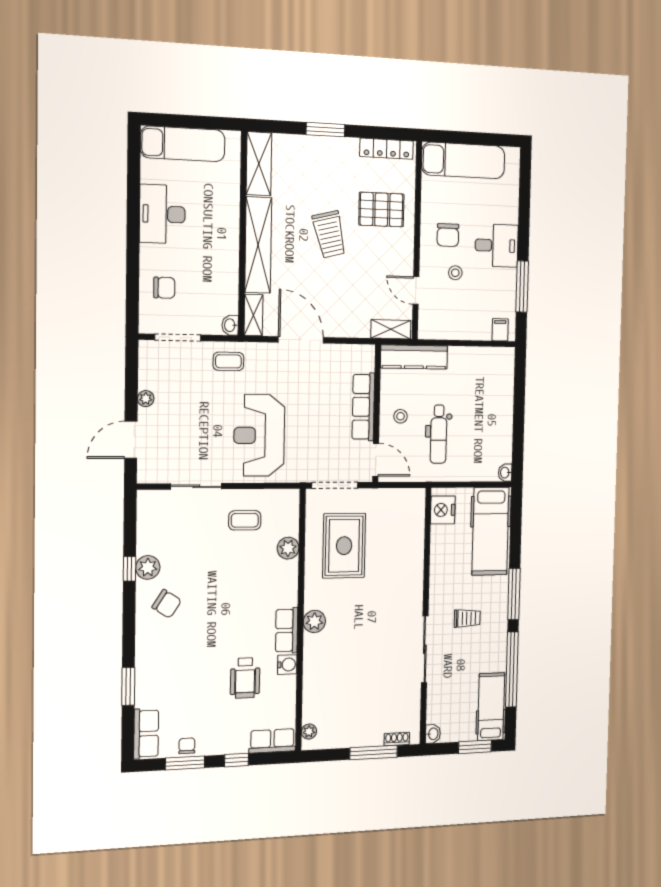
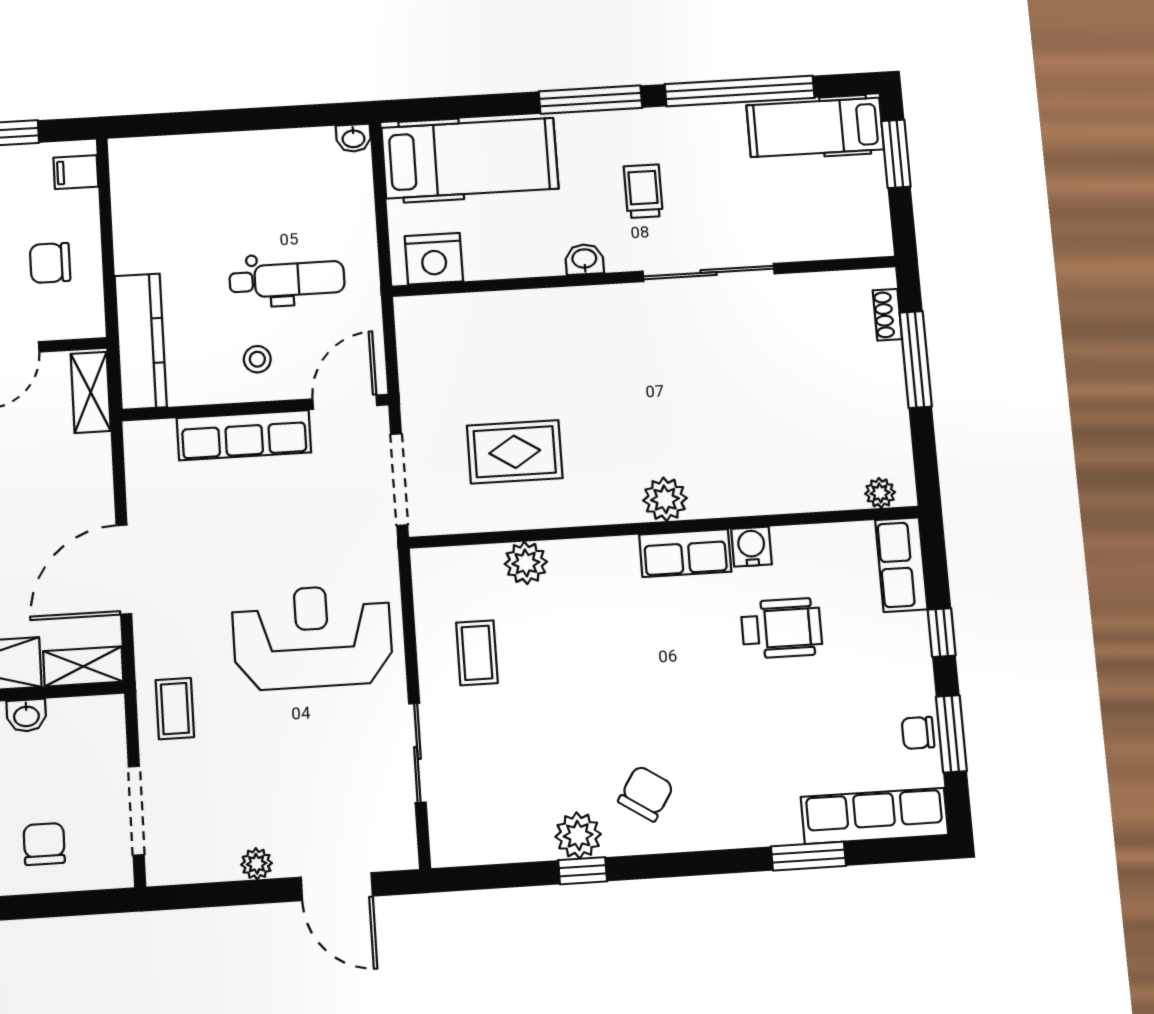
chair: (457, 313) -> (50, 263), added
washbasin: (230, 325) -> (26, 716), moved
reception desk: (259, 435) -> (312, 637), turned 180
rug: (344, 546) -> (515, 452), width x0.73, depth x0.70
row of seats: (146, 734) -> (875, 816), width x1.48
washbasin: (433, 734) -> (584, 259), moved

